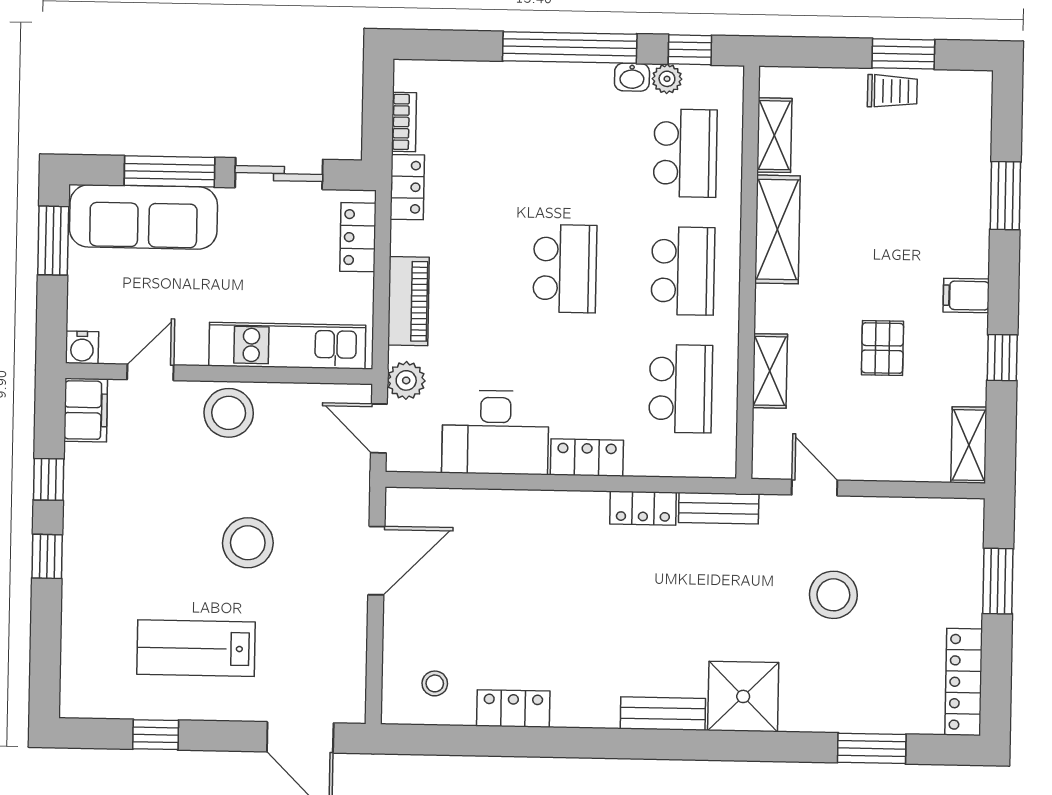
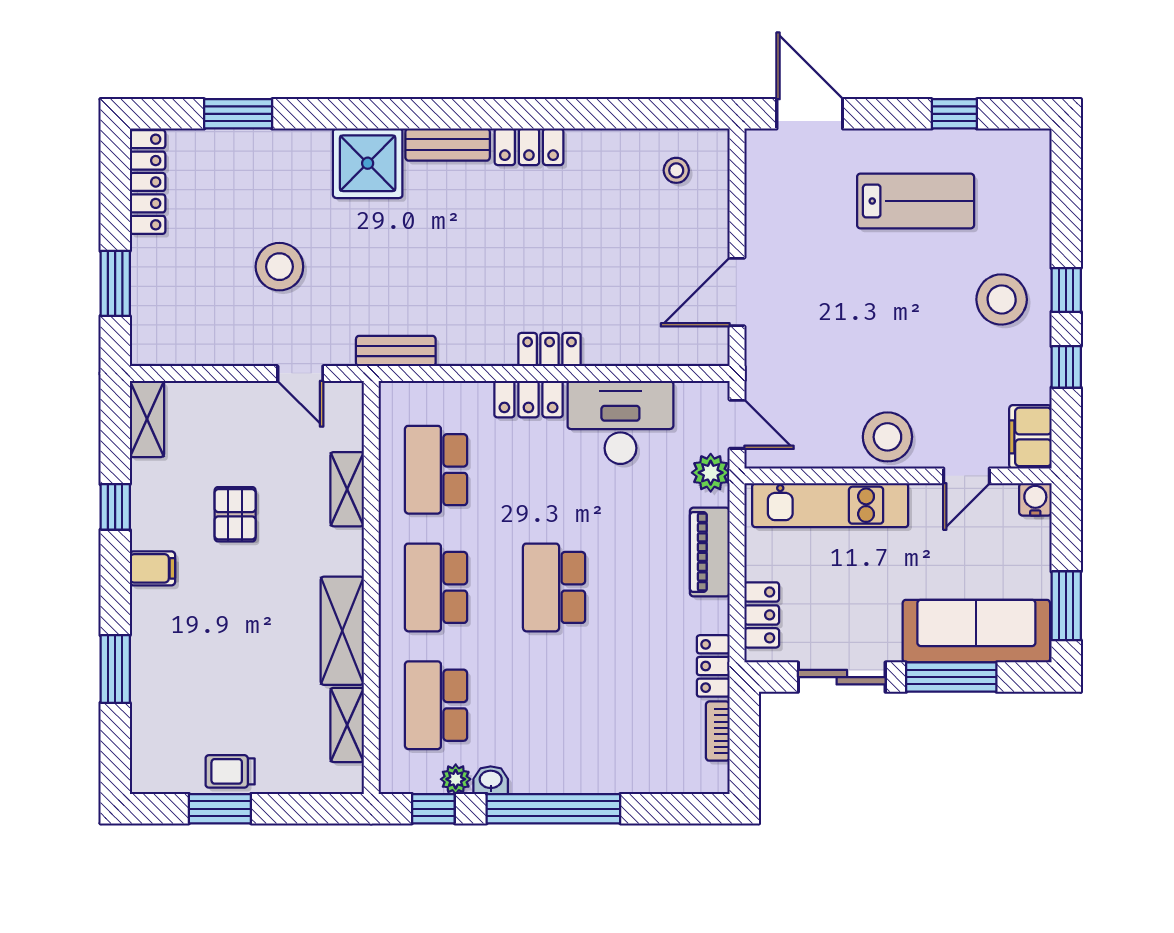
locker: (643, 508) -> (550, 350), moved
stool: (248, 543) -> (1002, 299), moved
locker: (513, 709) -> (529, 147), moved

